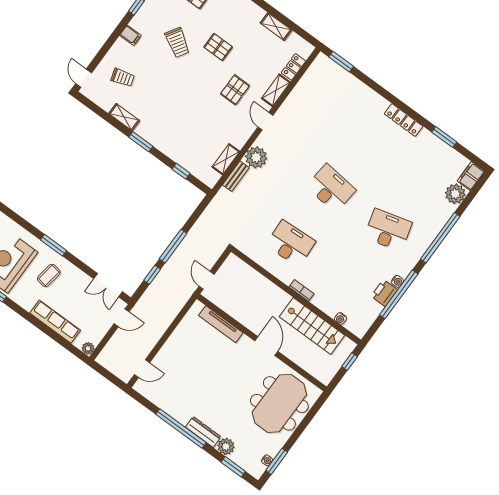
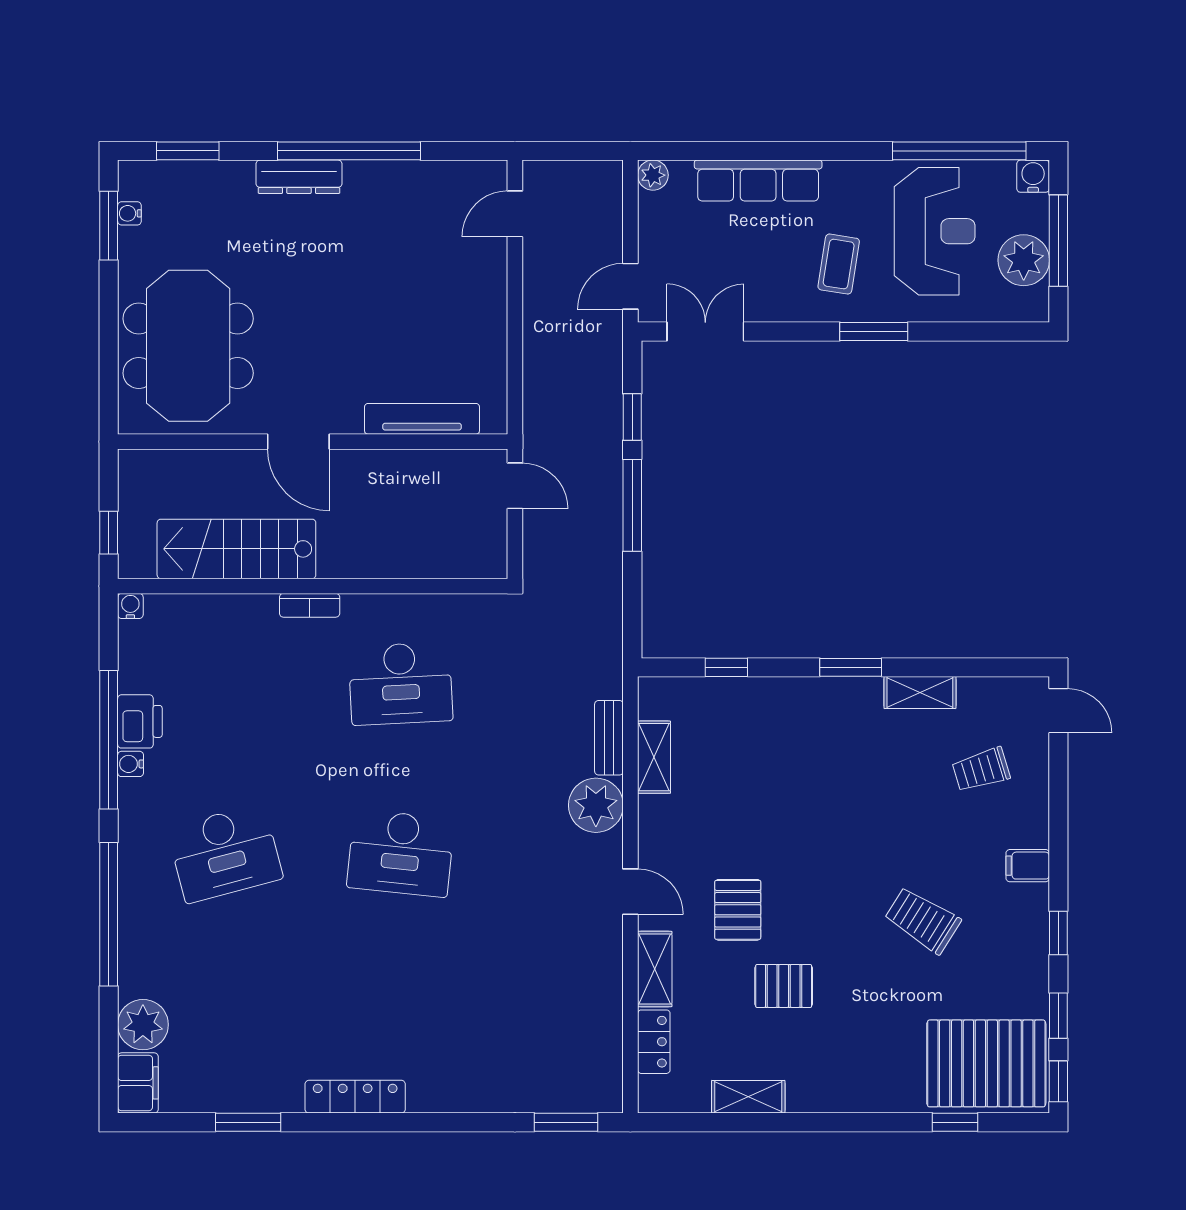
pallet: (218, 47) -> (784, 986), moved
water cooler: (340, 318) -> (130, 606), moved
plant: (226, 446) -> (232, 181), removed

